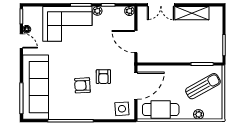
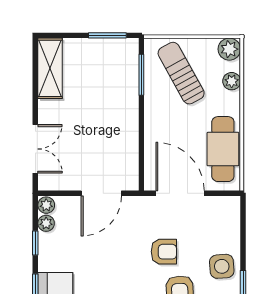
plant: (97, 11) -> (46, 223), moved
shelving: (192, 13) -> (50, 68), moved
side table: (122, 109) -> (222, 266), moved
plant: (216, 113) -> (229, 49), added

